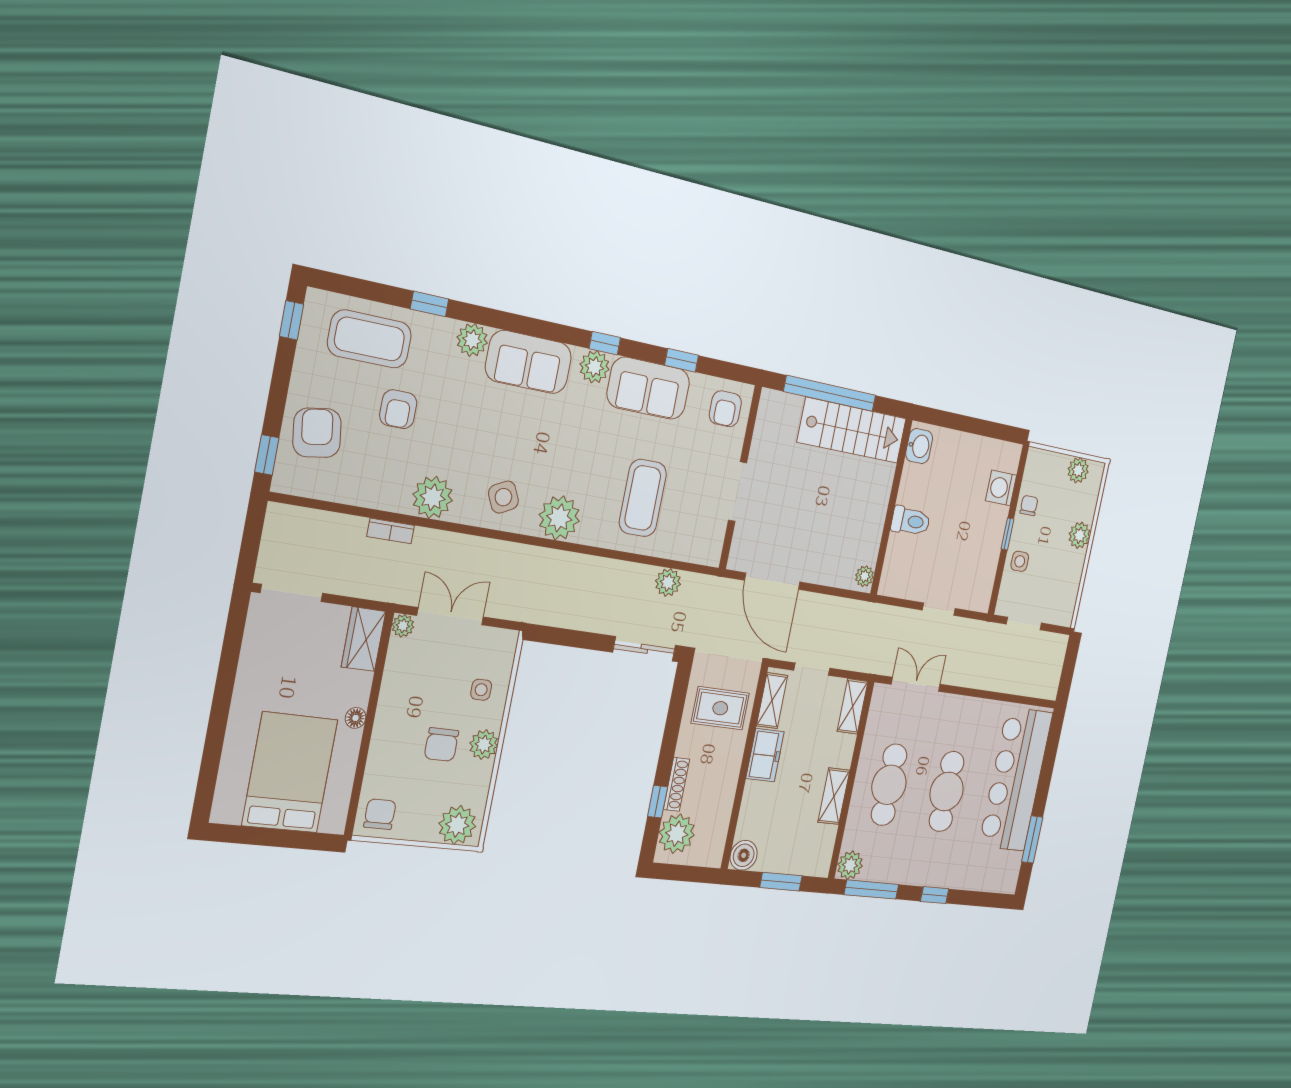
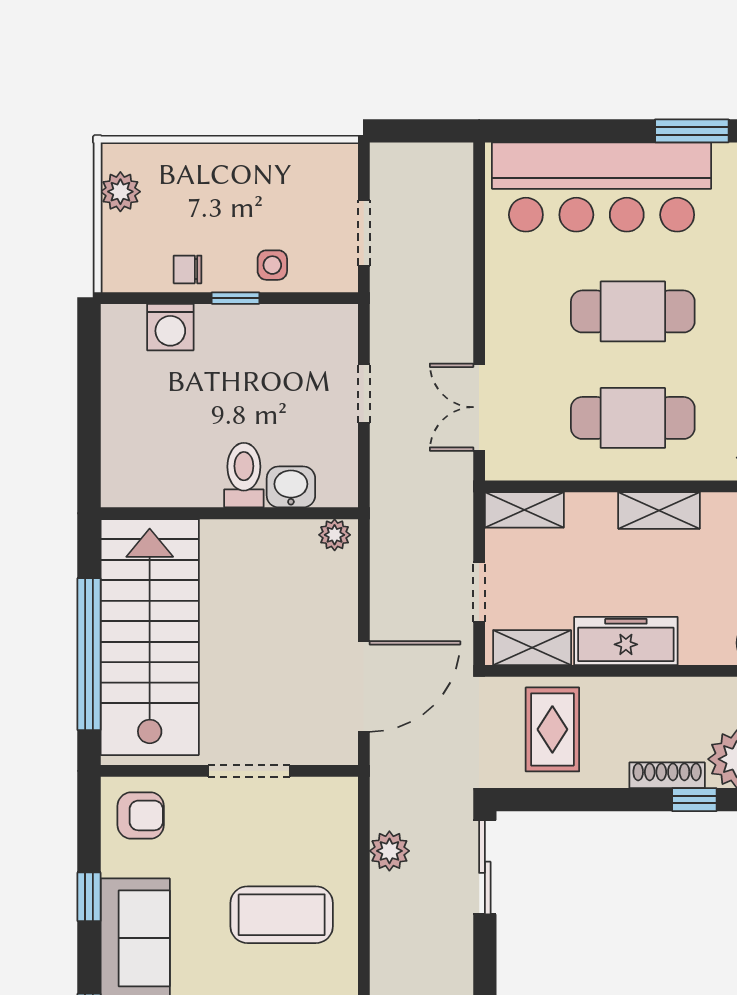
stairs: (852, 430) -> (150, 637), width x1.36, depth x1.51
washbasin: (919, 446) -> (291, 487), moved
plant: (1080, 535) -> (217, 163), removed
freezer: (765, 755) -> (626, 641), width x1.40

